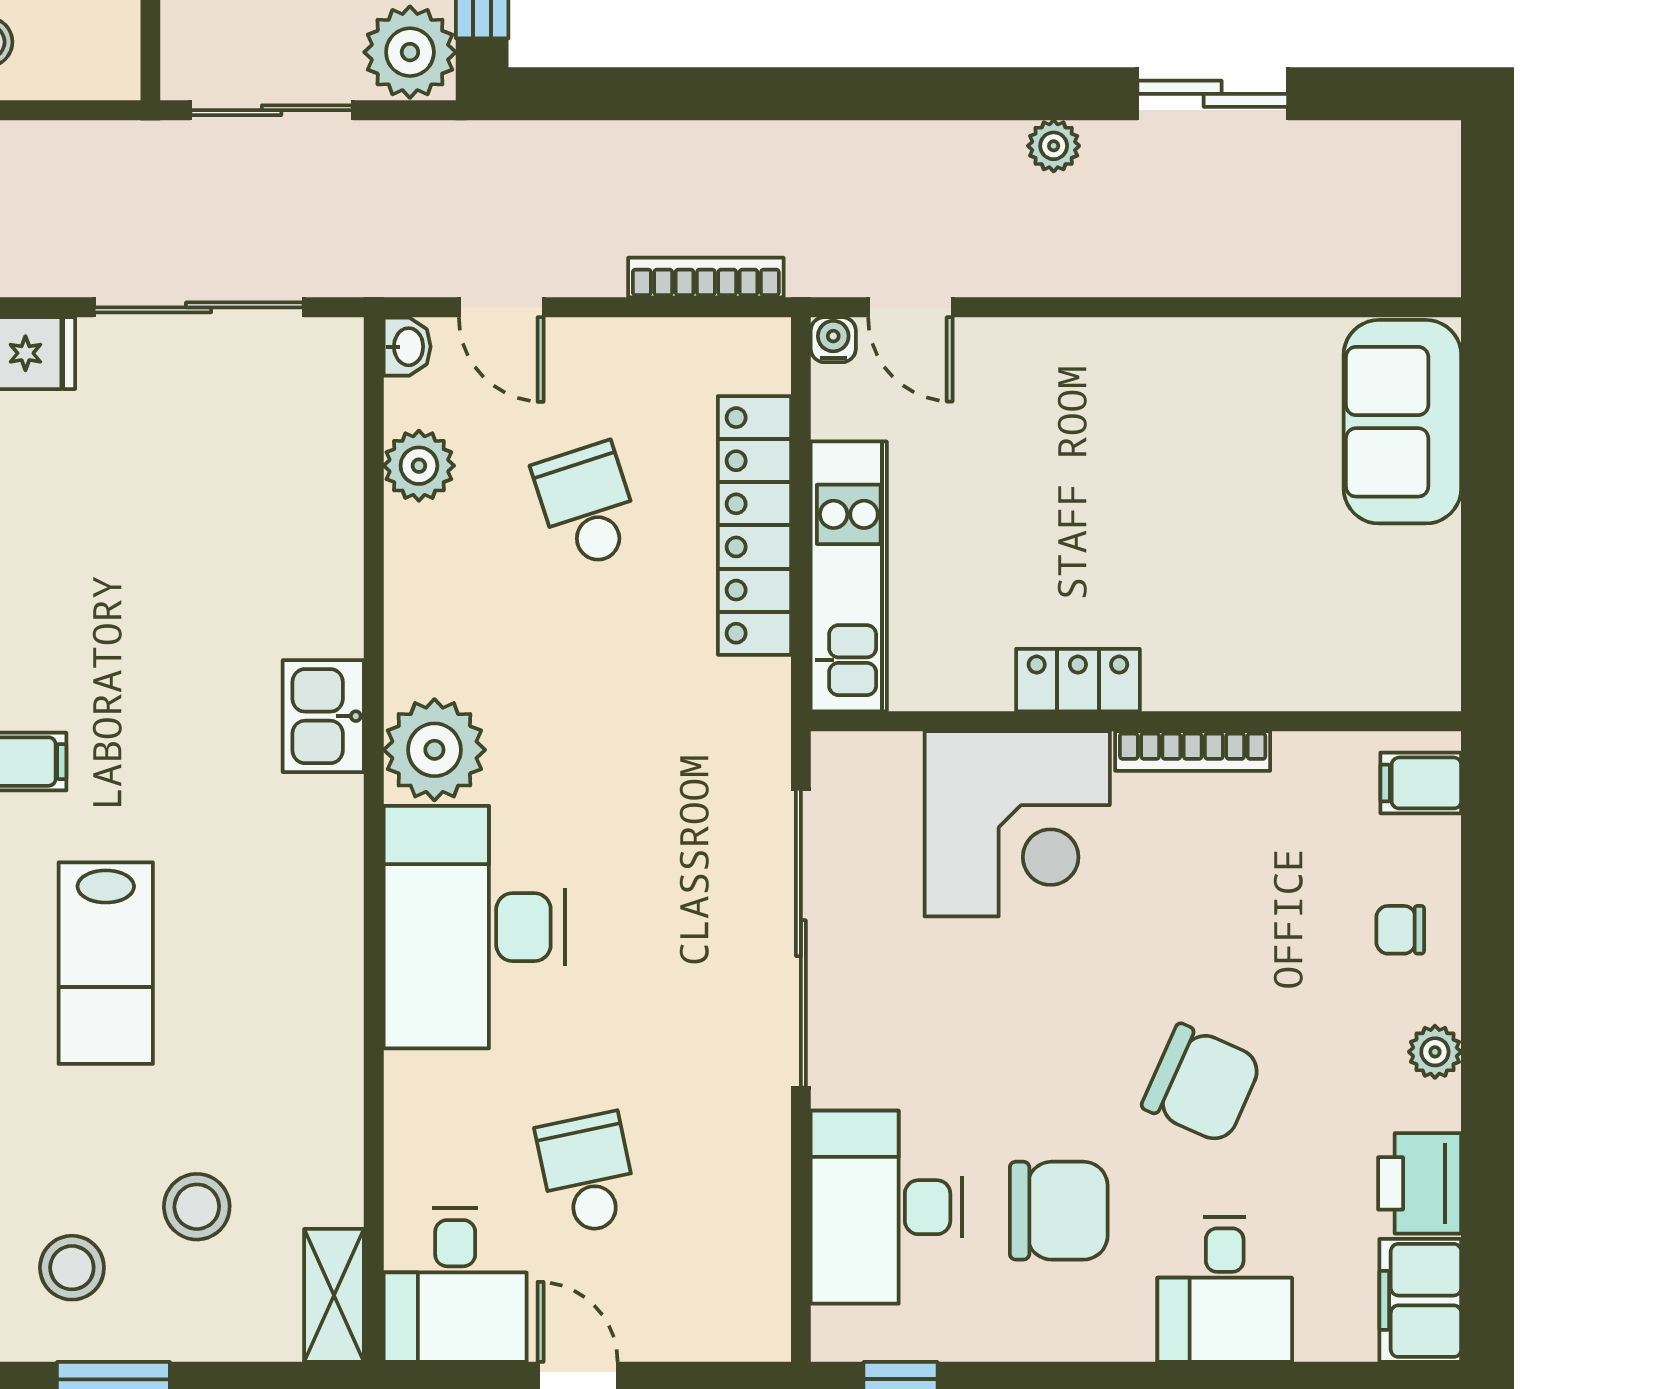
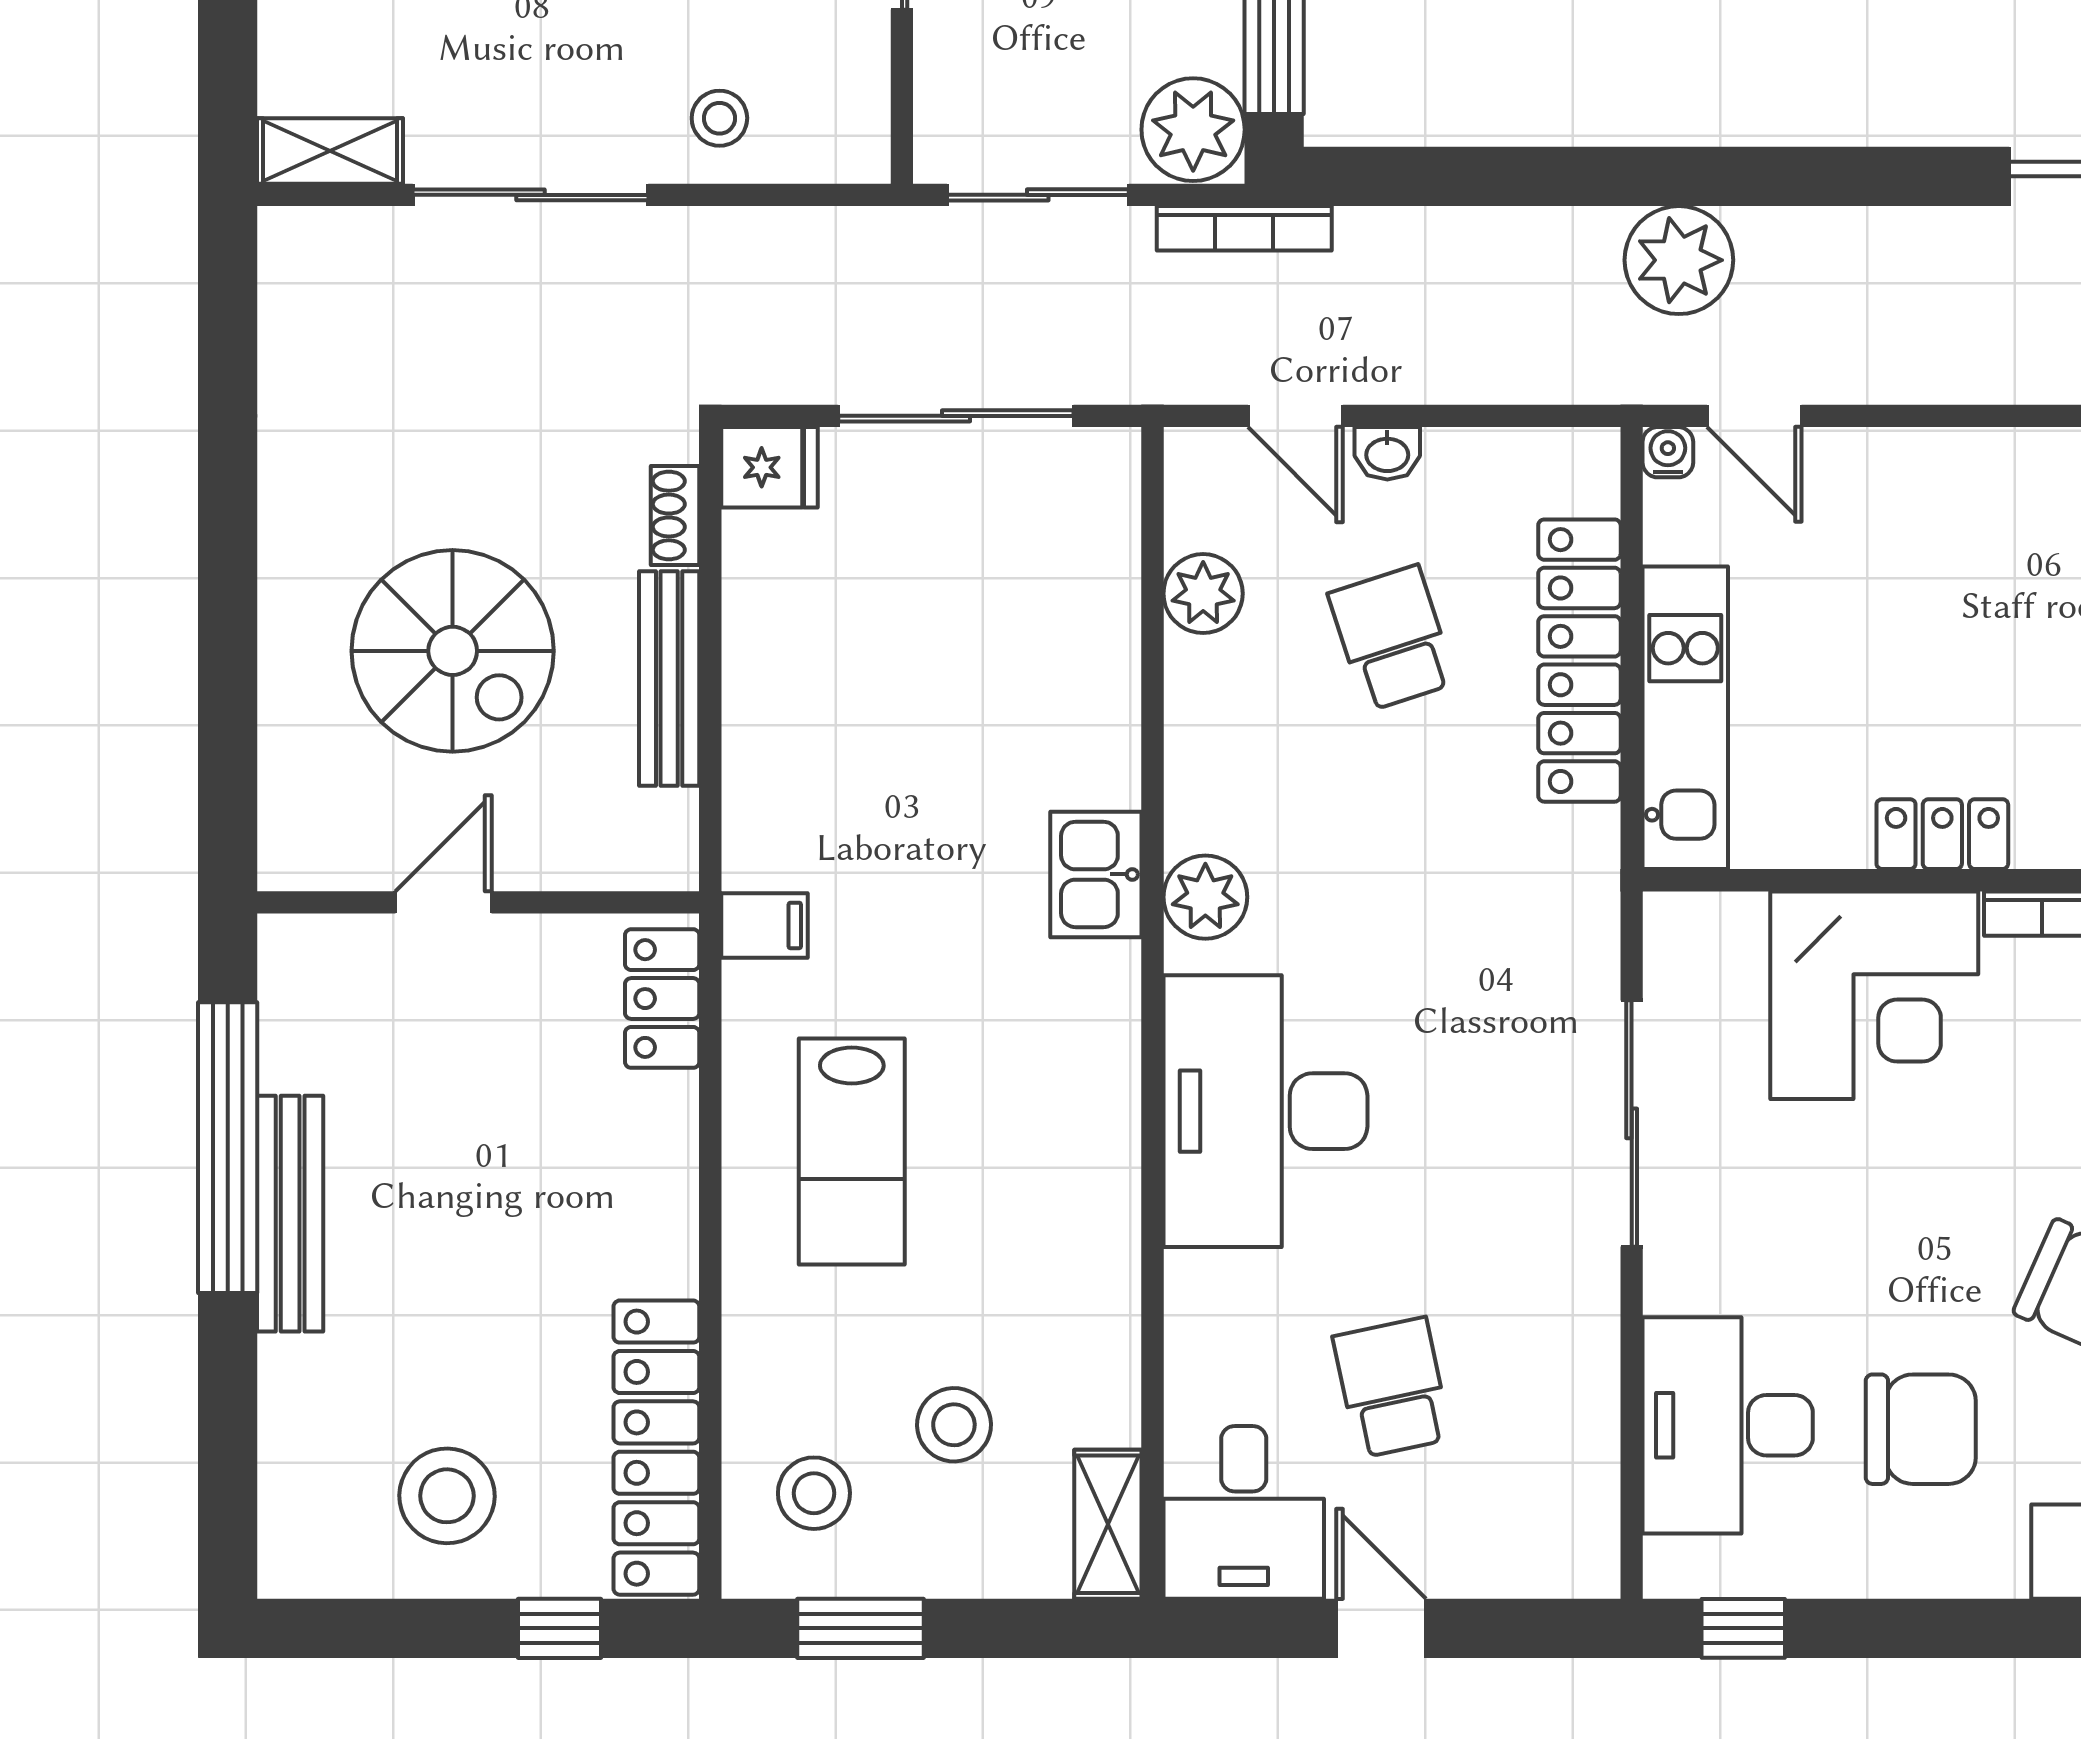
plant: (1054, 146) -> (1679, 260), moved, width x1.88, depth x1.88
bookcase: (706, 278) -> (1244, 228), moved, turned 180
washbasin: (407, 347) -> (1387, 453), moved, turned 90
plant: (434, 750) -> (1205, 897), width x0.73, depth x0.73
sliding door: (801, 938) -> (1632, 1123), width x0.73

